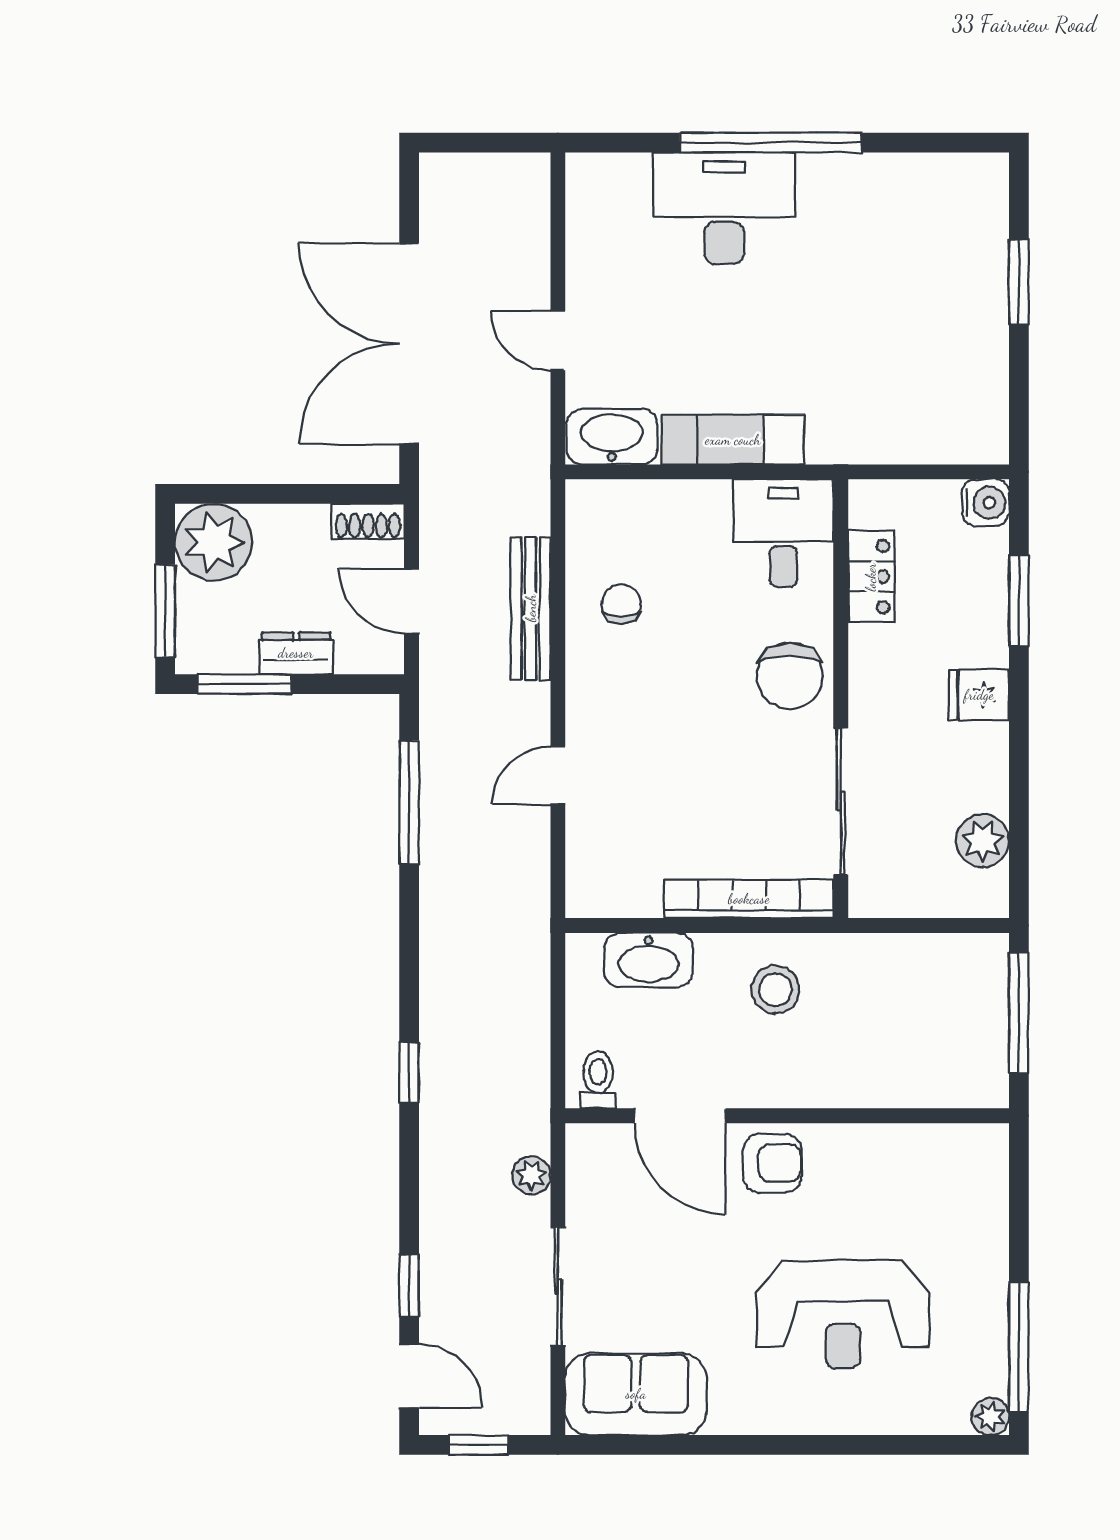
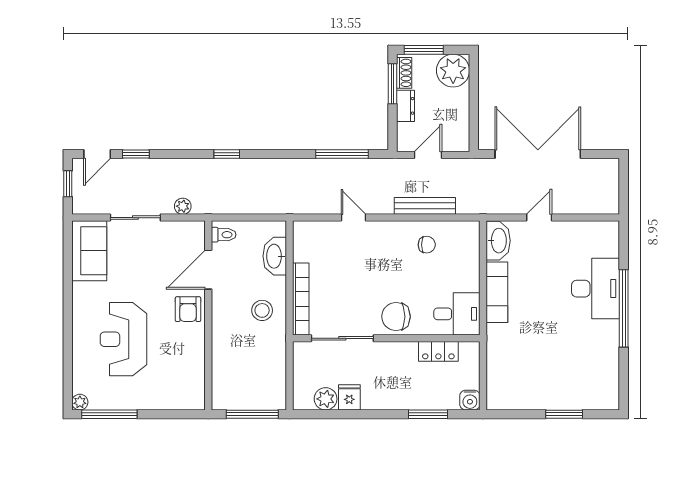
shoe rack: (368, 521) -> (404, 73), moved, turned 180
fridge: (979, 695) -> (349, 397), moved

